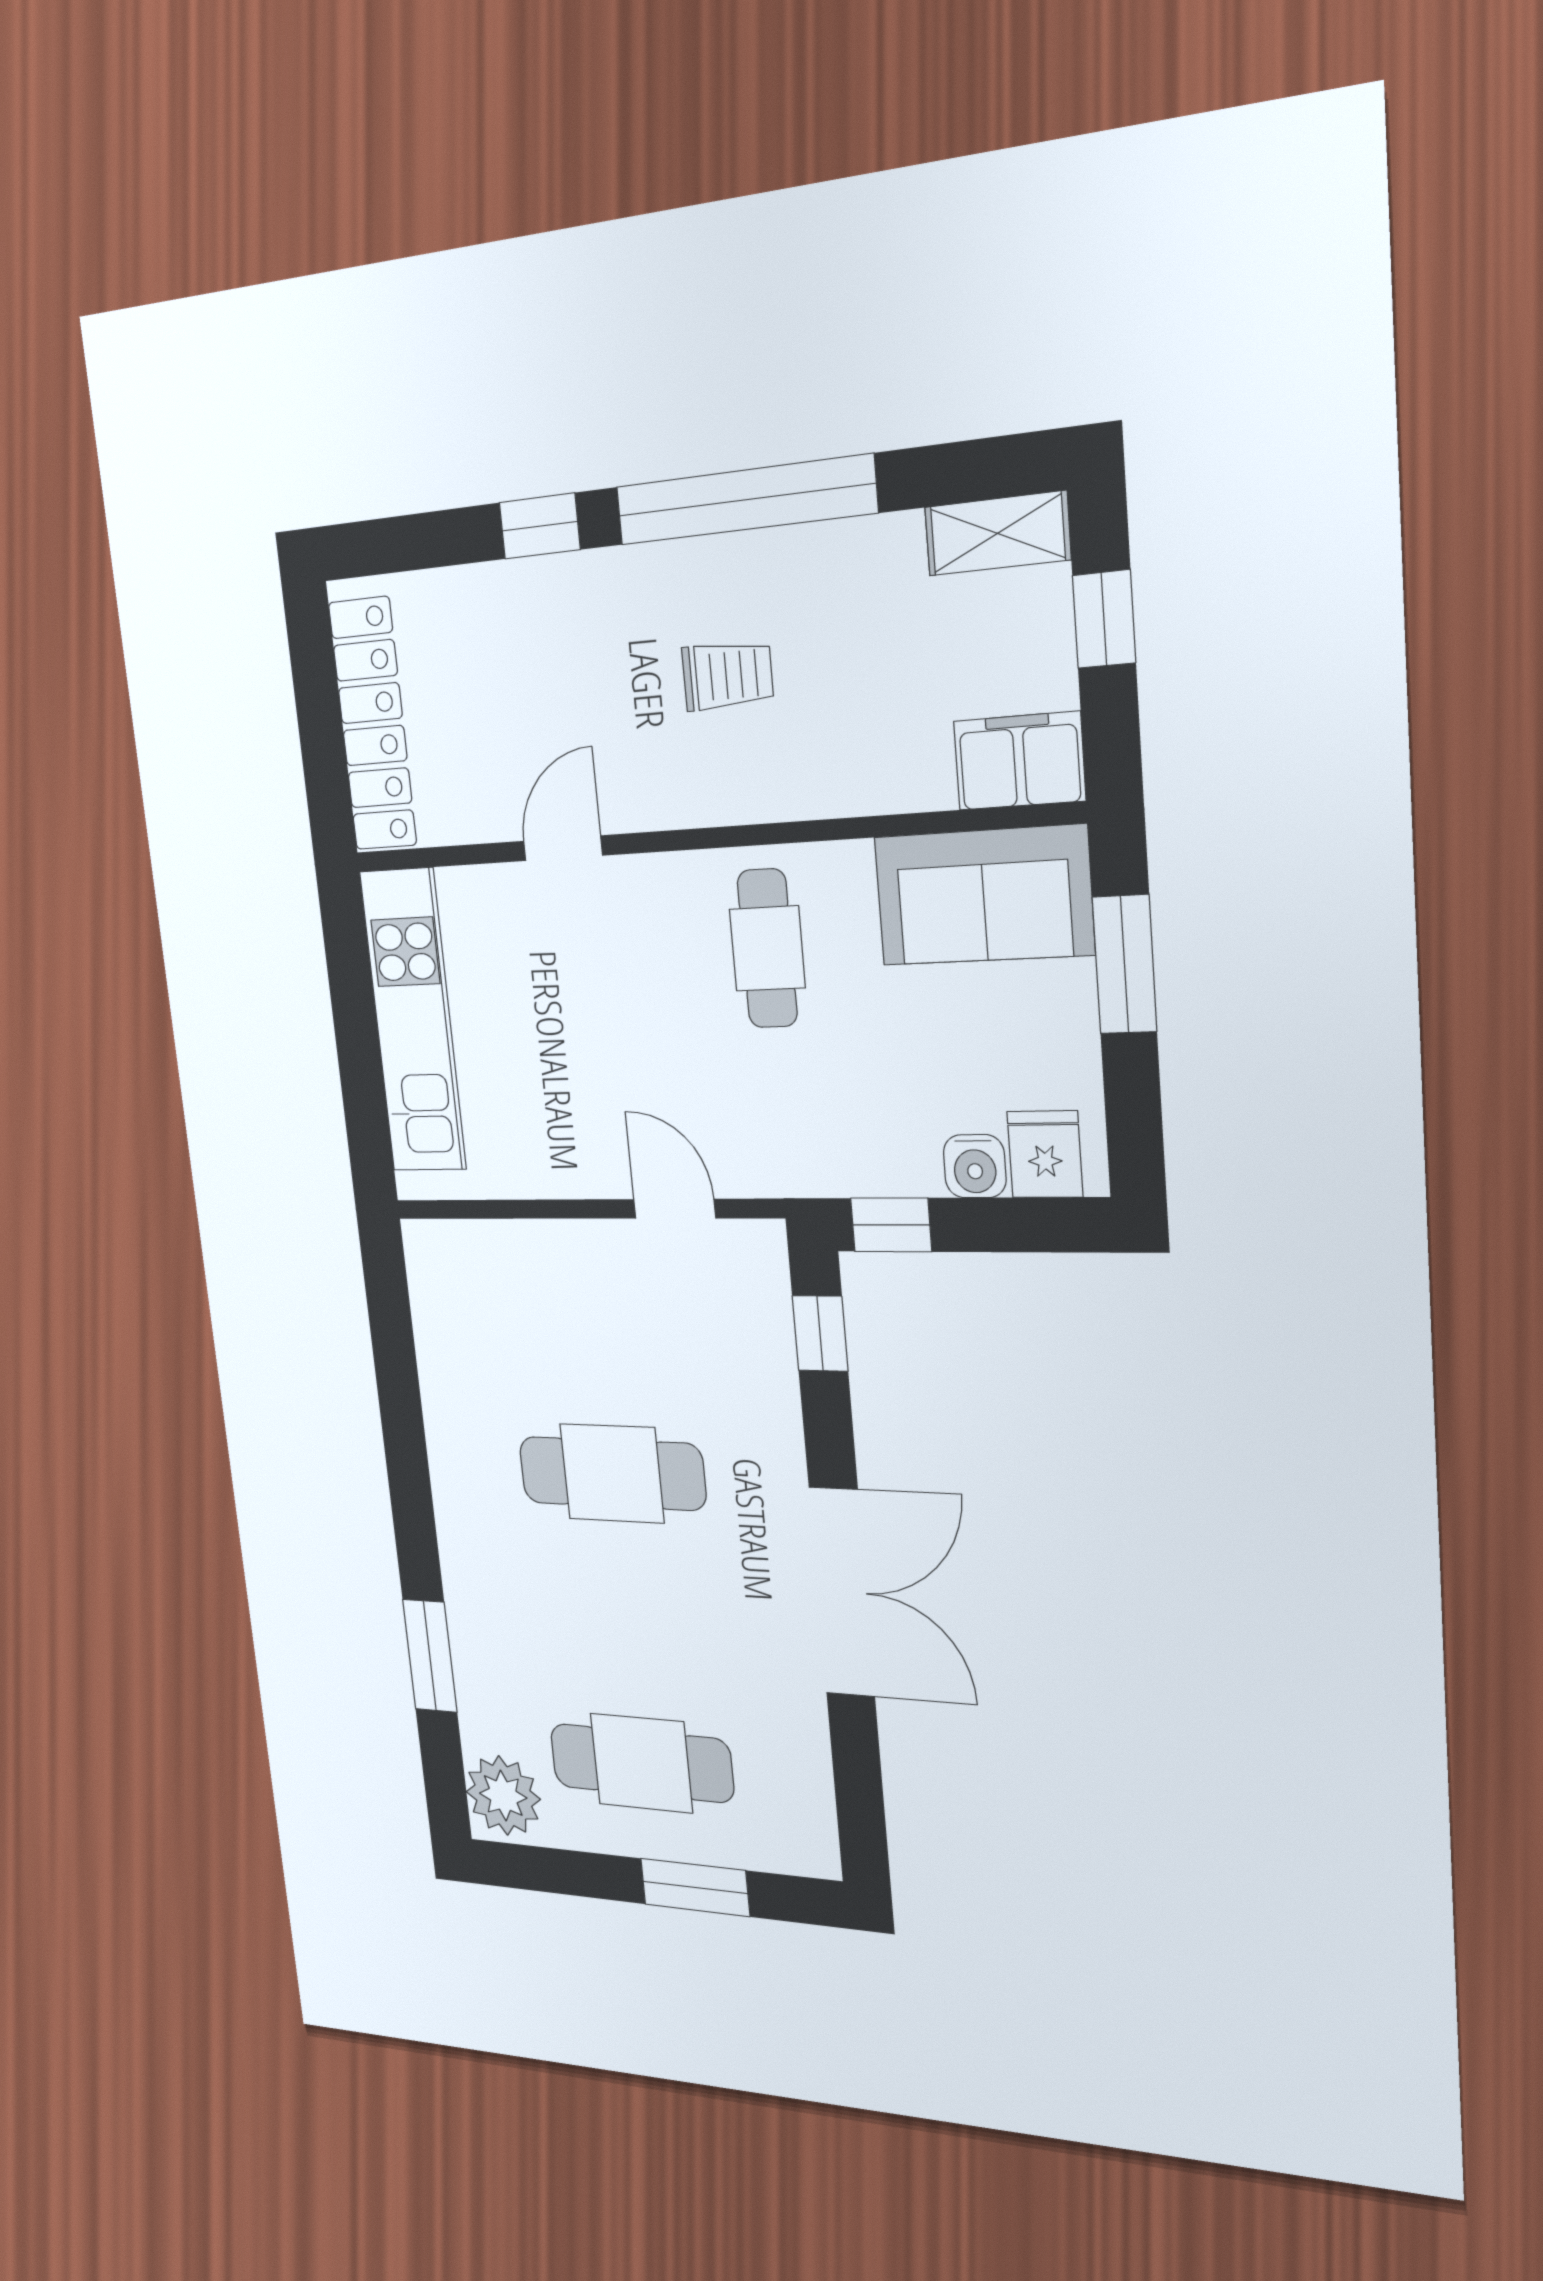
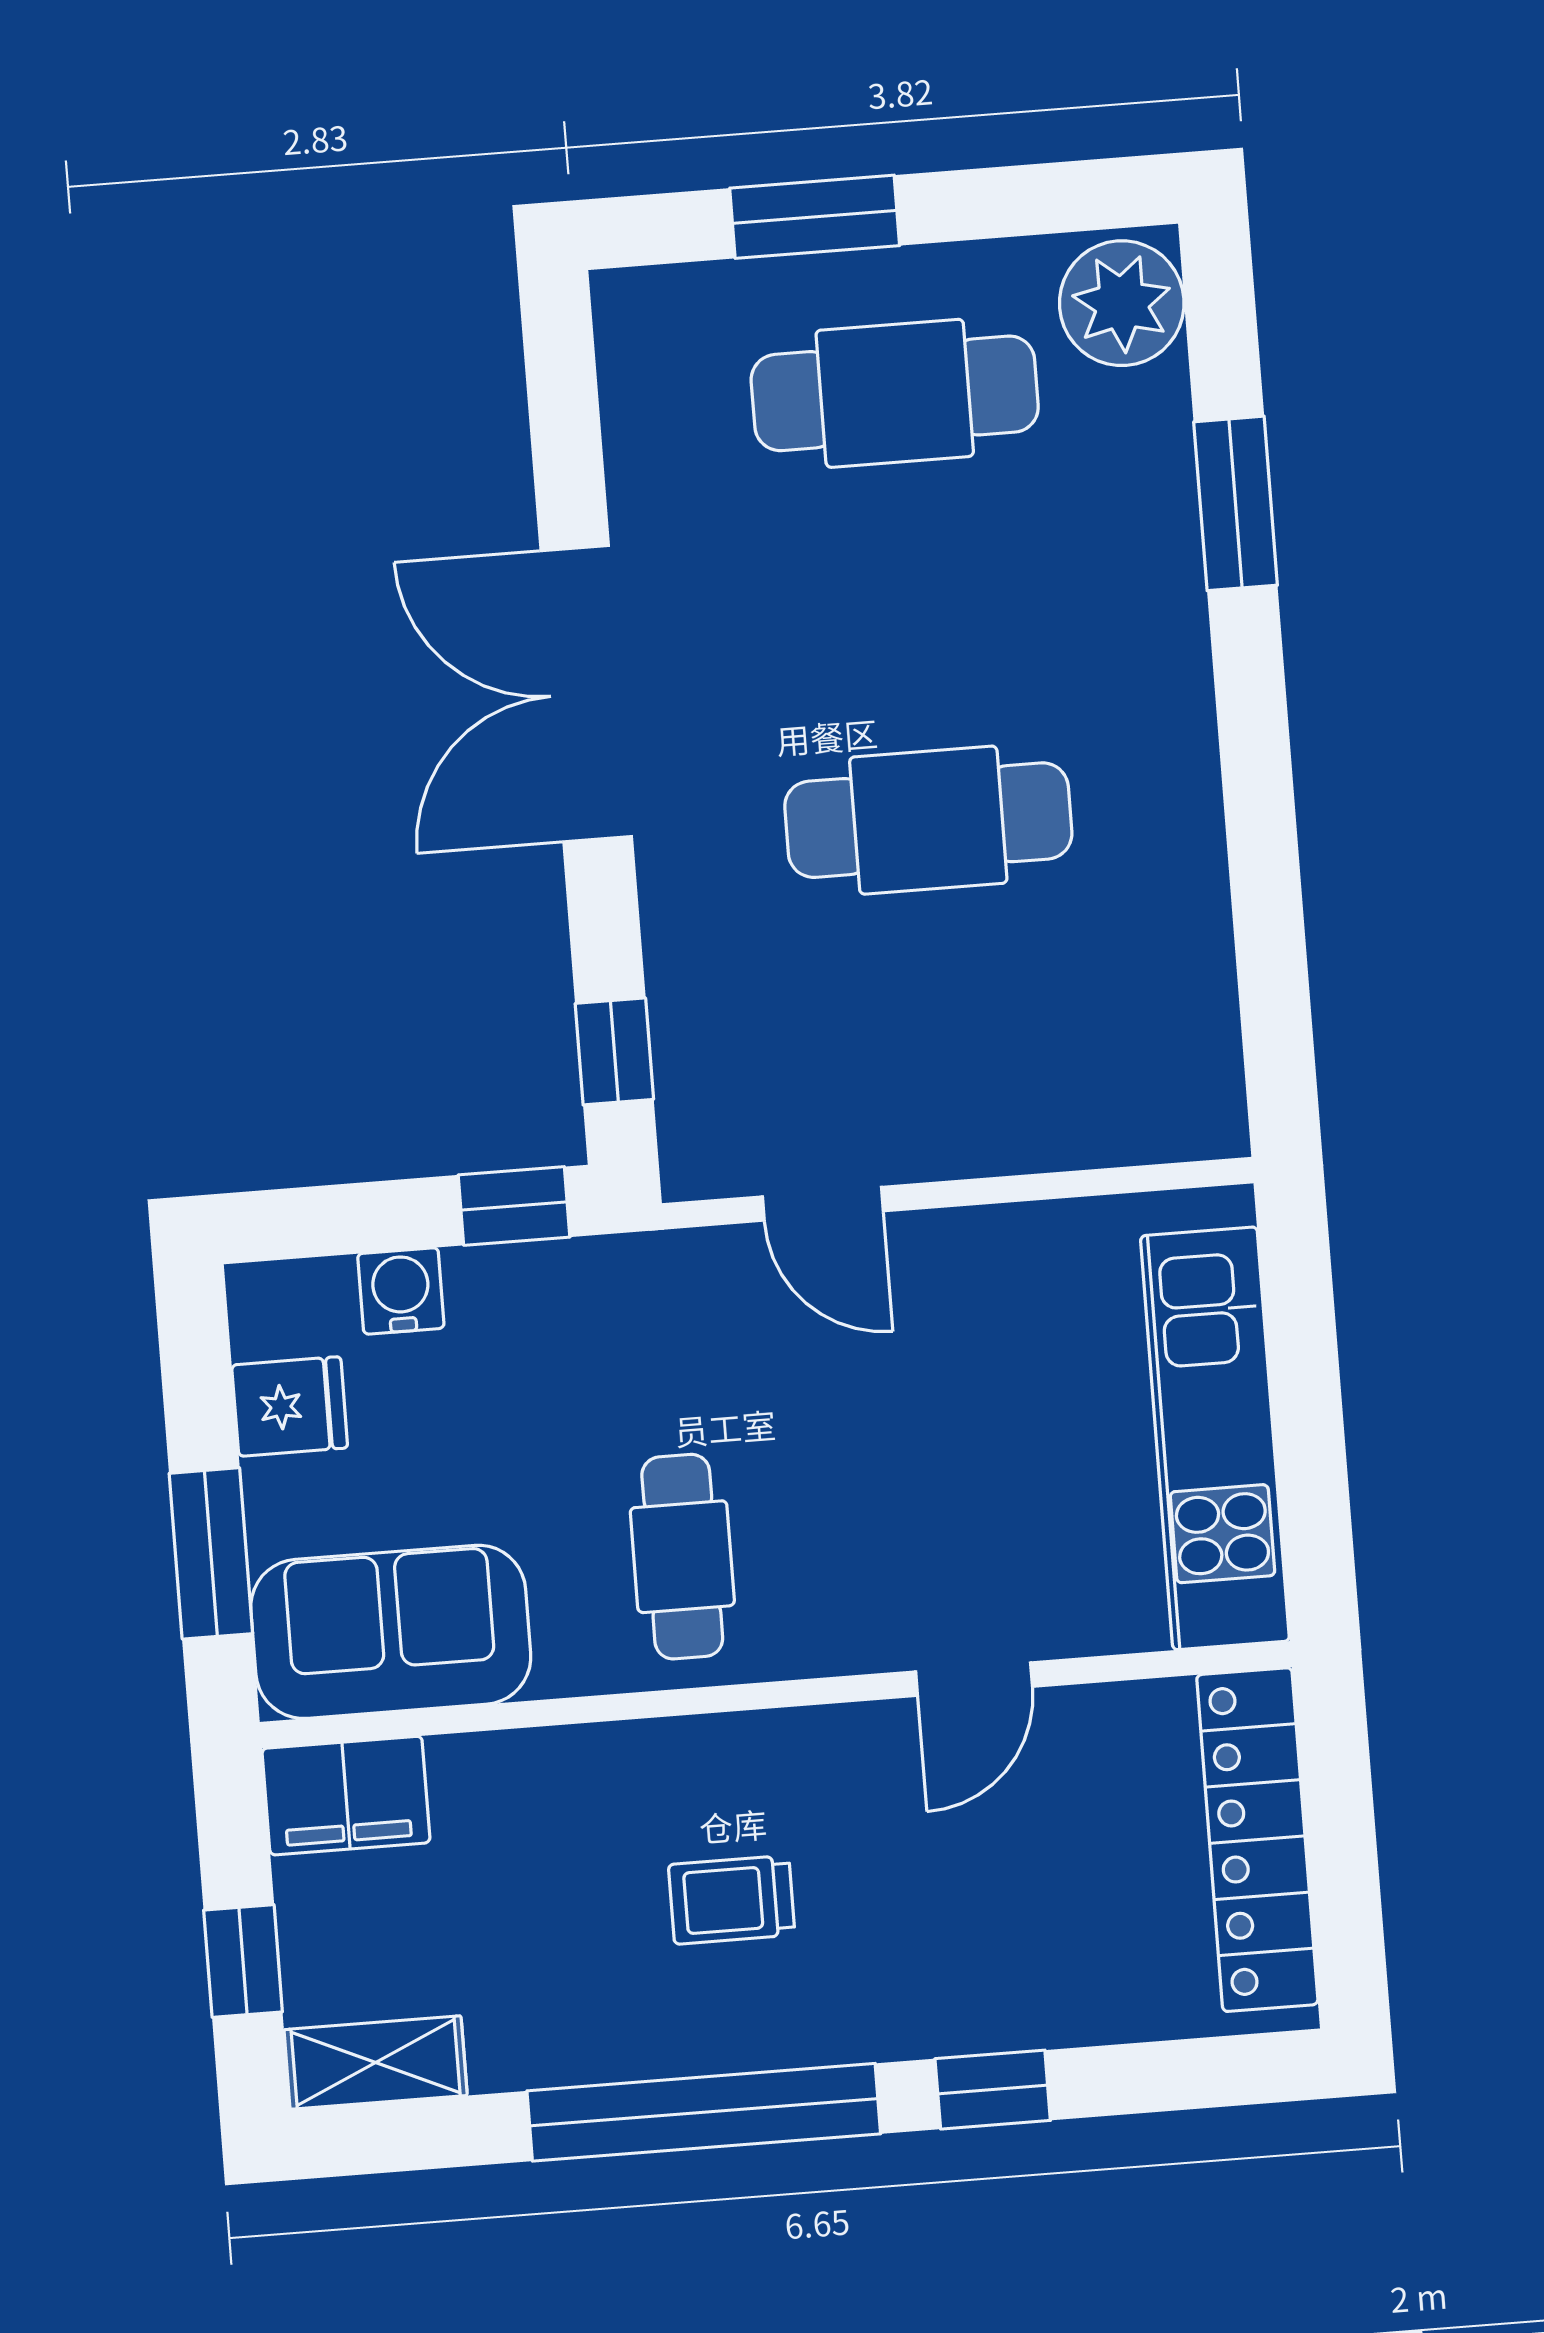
fridge: (1045, 1154) -> (290, 1406), moved, turned -90

